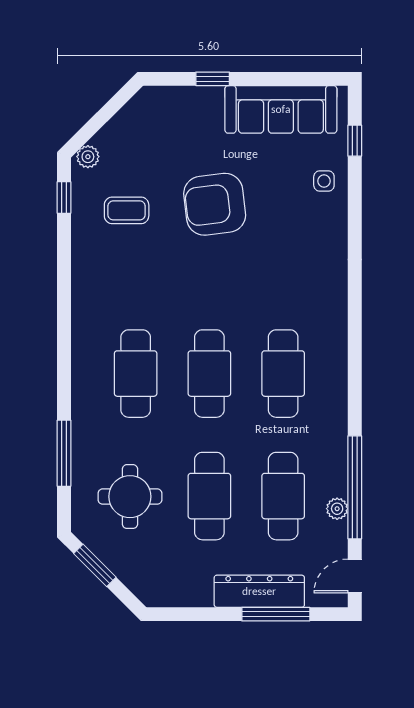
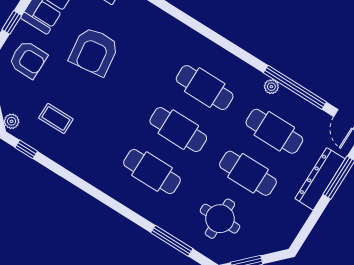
armchair: (179, 129) -> (28, 59), added
armchair: (215, 204) -> (94, 51), moved
coffee table: (127, 210) -> (56, 118), turned 90
plant: (337, 509) -> (271, 87), moved

